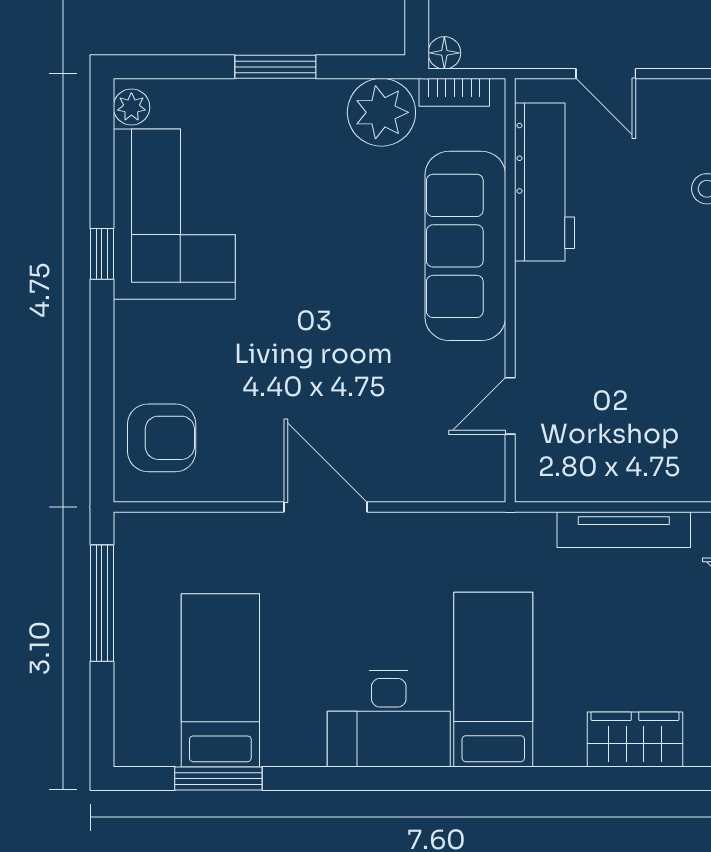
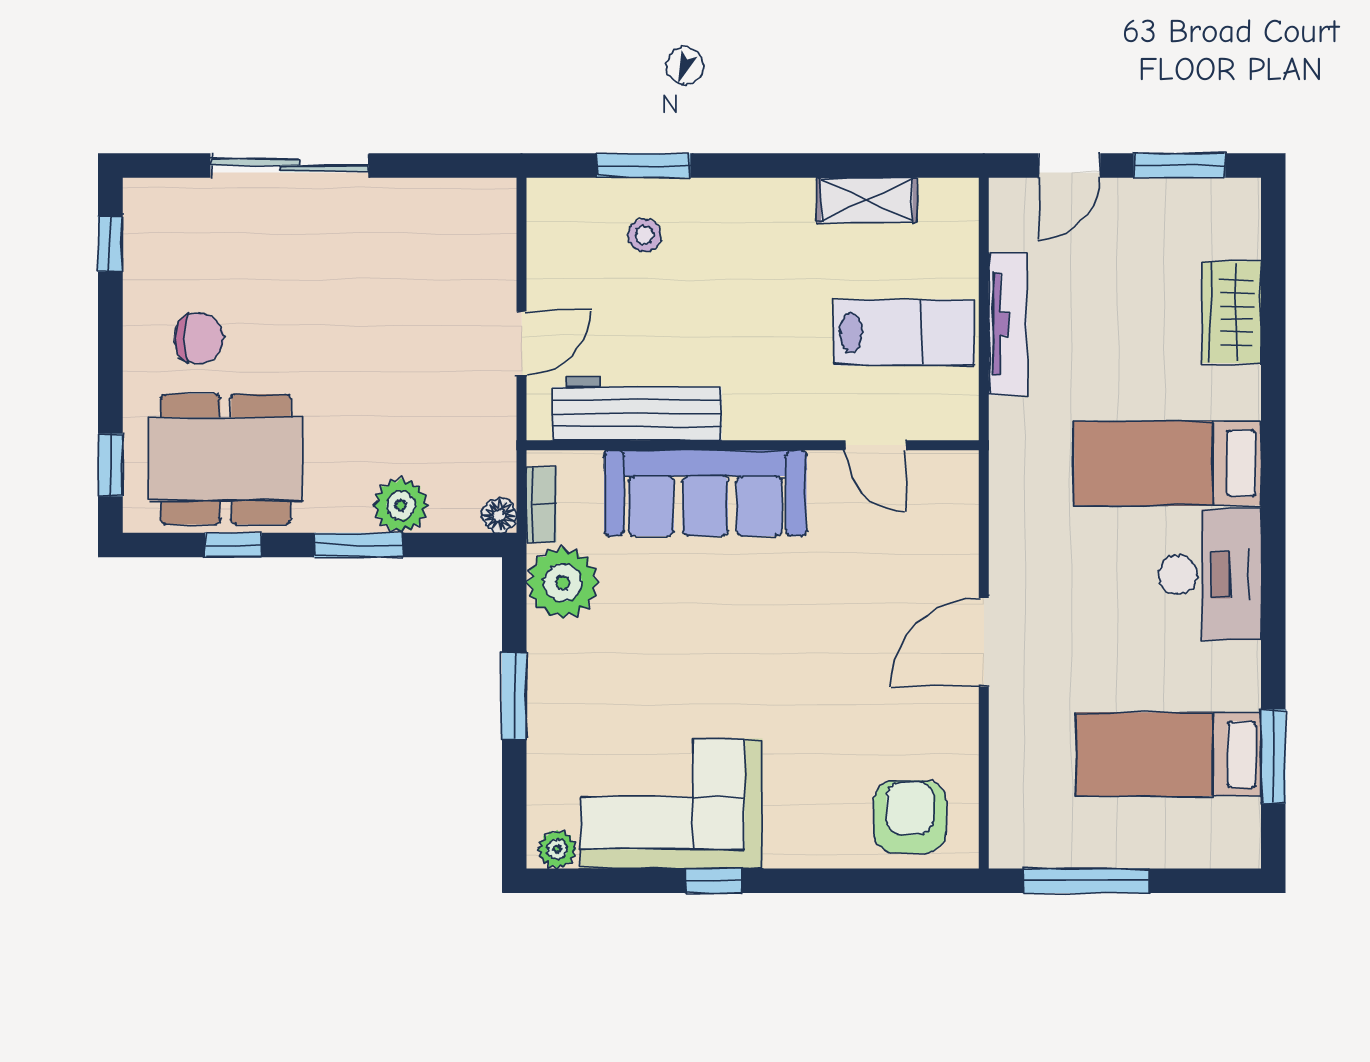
lab bench: (616, 432) -> (904, 332), added

